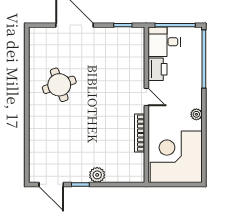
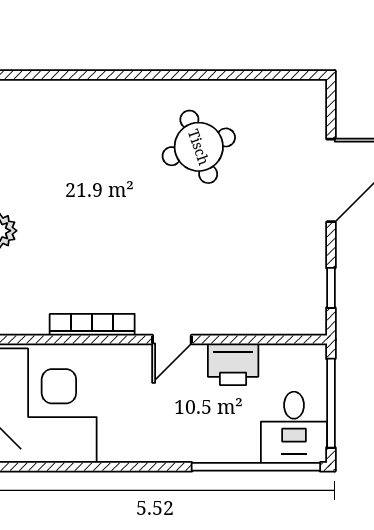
desk: (164, 42) -> (294, 427), moved, turned 180
plant: (196, 114) -> (134, 450), removed

